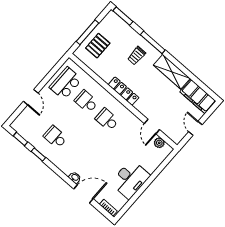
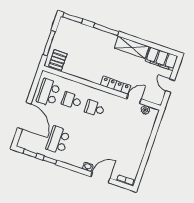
pallet: (98, 46) -> (58, 60), moved
trolley: (137, 56) -> (97, 46), removed
locker: (123, 91) -> (115, 85), moved
door: (31, 97) -> (24, 116), width x1.87
door: (152, 127) -> (134, 99), swing flipped
school desk: (55, 137) -> (58, 140), width x1.85
desk: (130, 179) -> (134, 149), removed

